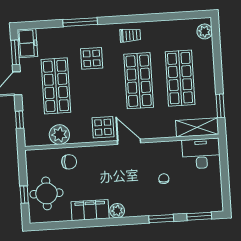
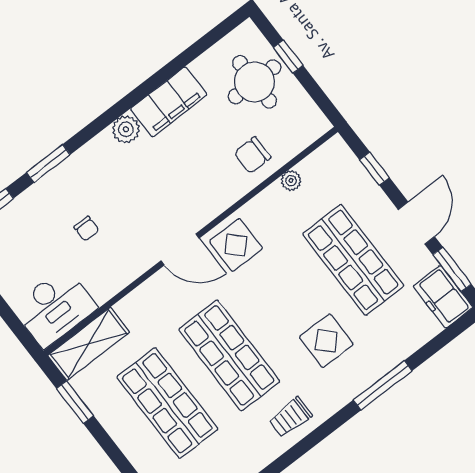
plant: (59, 135) -> (291, 181), width x0.53, depth x0.53

